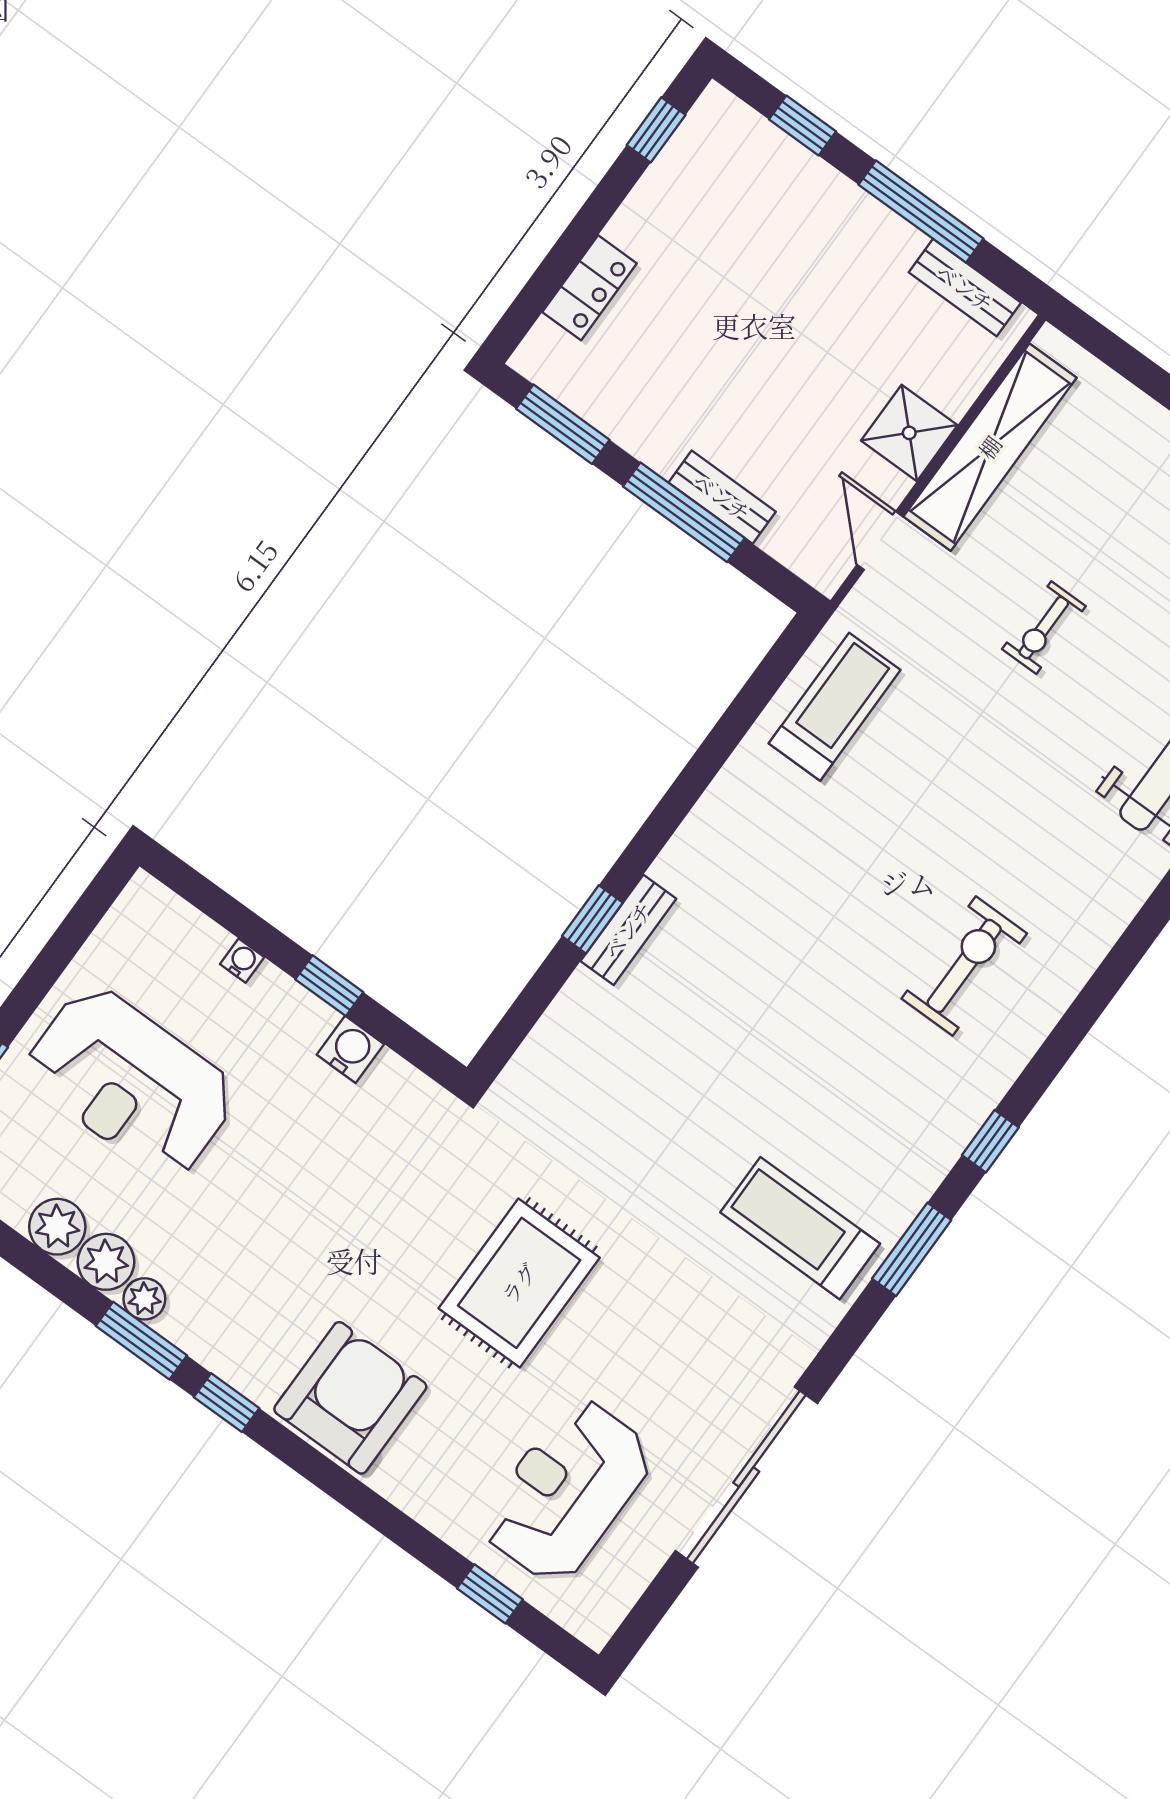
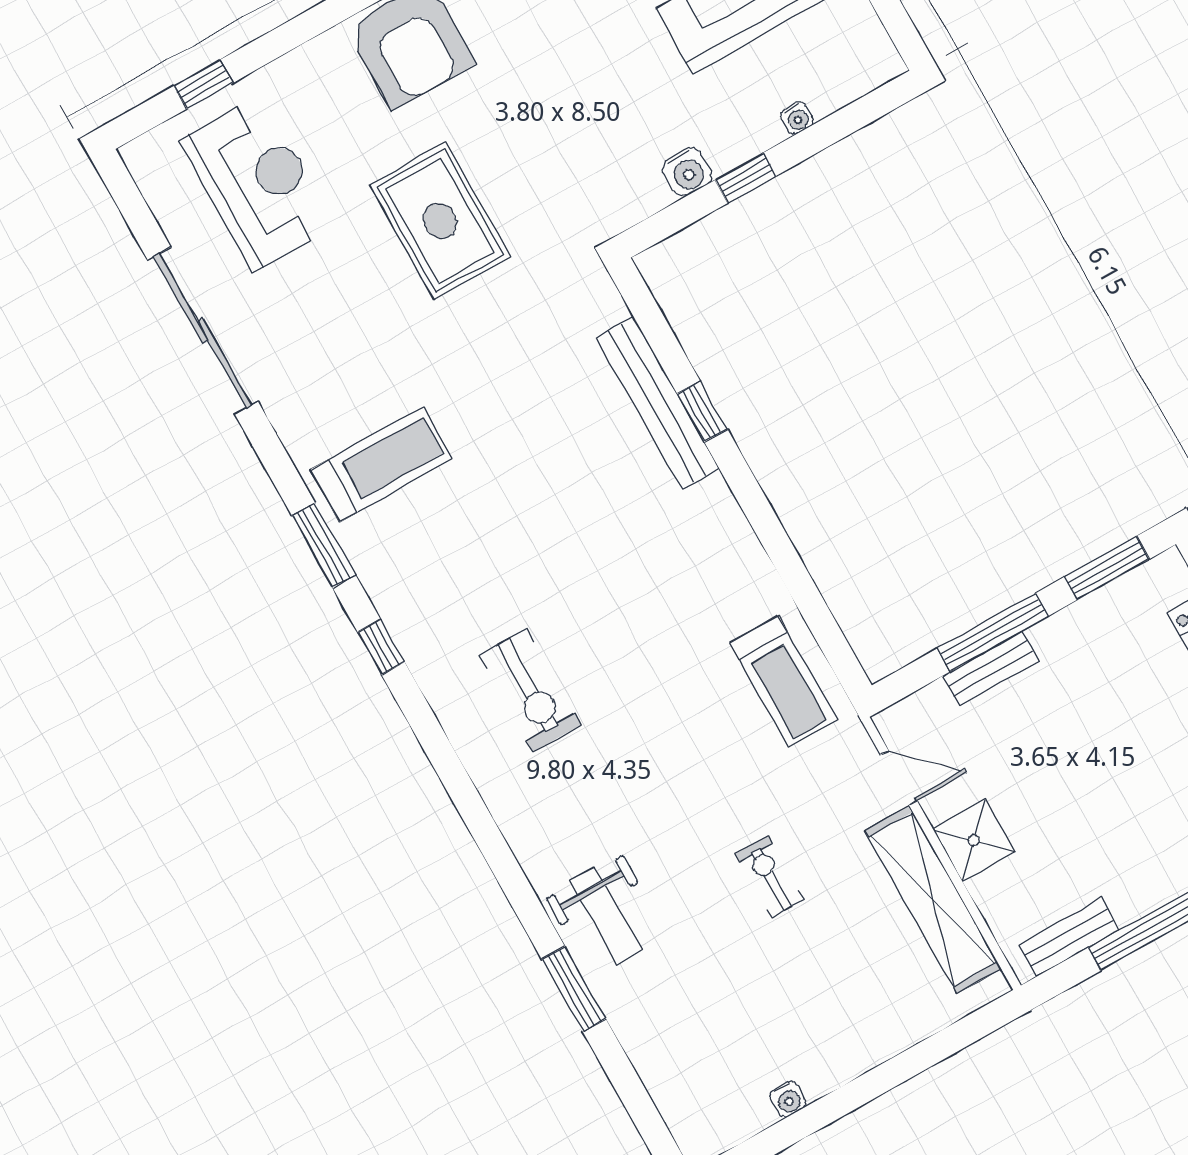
bench: (628, 930) -> (658, 403), width x1.86, depth x1.21

